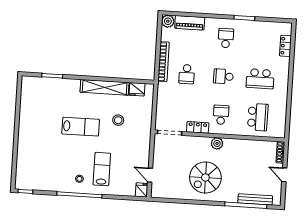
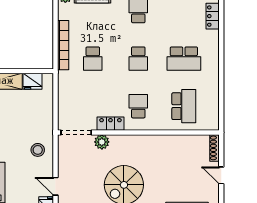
school desk: (223, 76) -> (138, 59), turned -90
stool: (118, 120) -> (38, 150), moved
plant: (217, 143) -> (102, 142), moved

